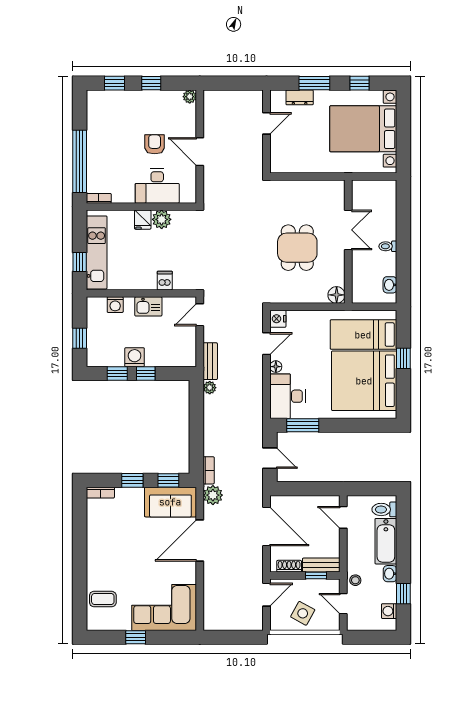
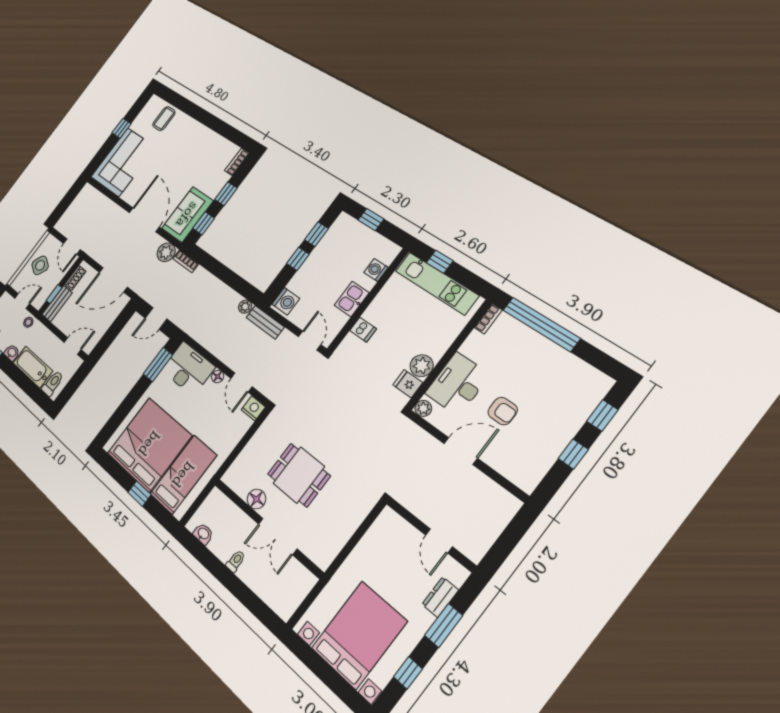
plant: (190, 97) -> (423, 408), moved
fridge: (143, 220) -> (408, 384), moved
floor lamp: (337, 295) -> (256, 499), moved
washing machine: (135, 357) -> (286, 301), moved

